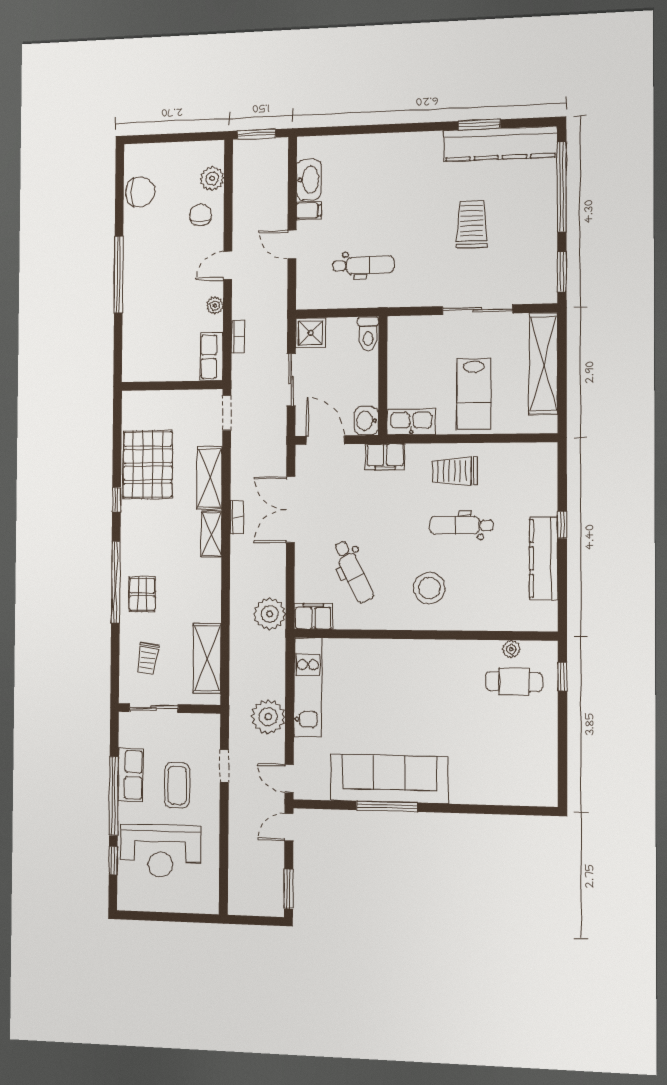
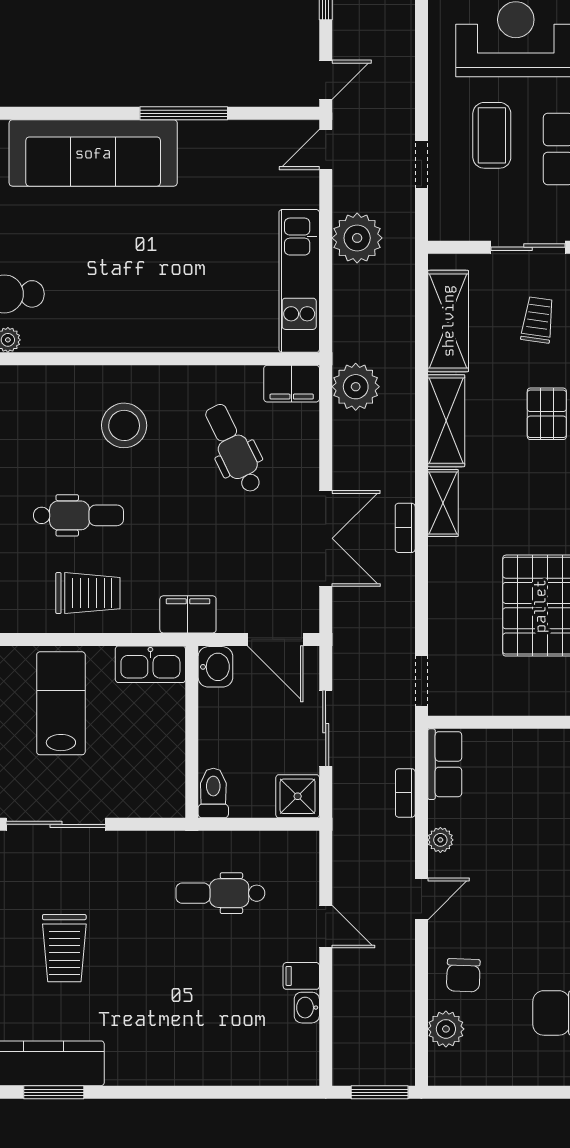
washbasin: (309, 180) -> (307, 1008), width x0.52, depth x0.69
shelving: (210, 478) -> (446, 421), moved
door: (289, 779) -> (326, 149), swing flipped
sofa: (389, 779) -> (93, 153), moved

